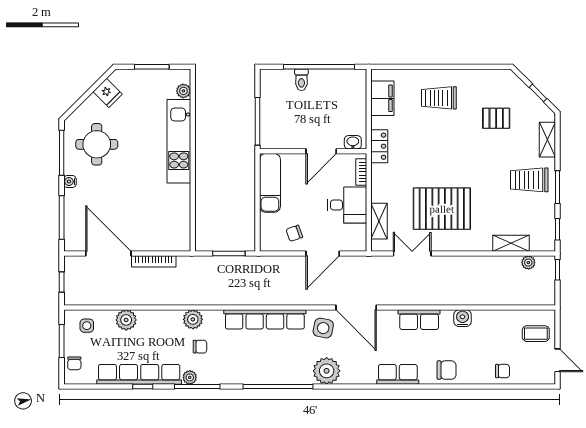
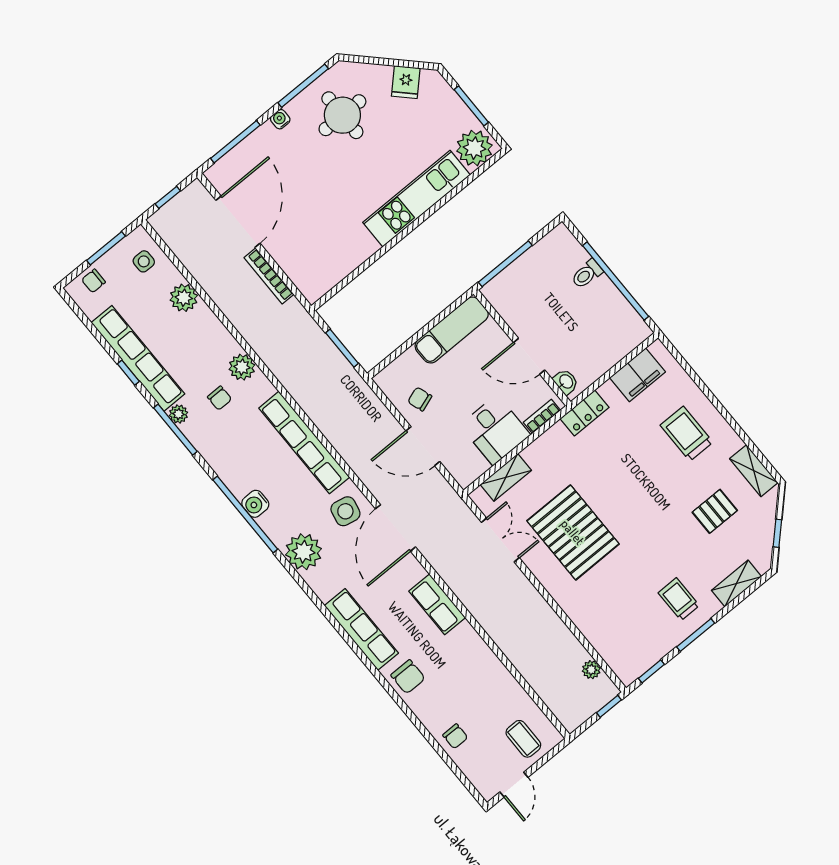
plant: (183, 91) -> (474, 148), width x1.88, depth x1.88
pallet: (496, 118) -> (715, 511), turned 90
trolley: (529, 180) -> (679, 599), width x0.73, depth x0.72
shelving: (511, 243) -> (754, 471), moved
water cooler: (463, 318) -> (255, 504), moved, turned 180
row of seats: (398, 374) -> (361, 629), width x1.48

